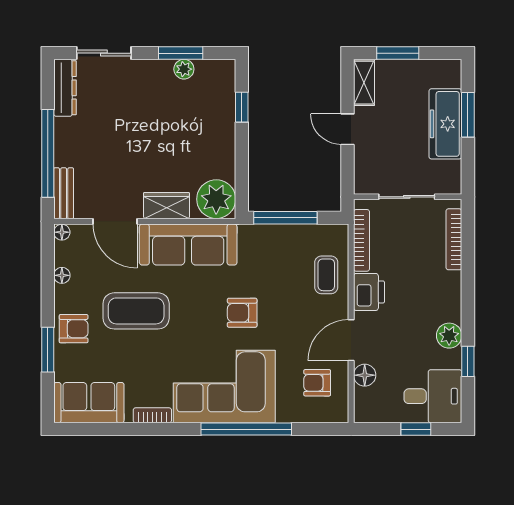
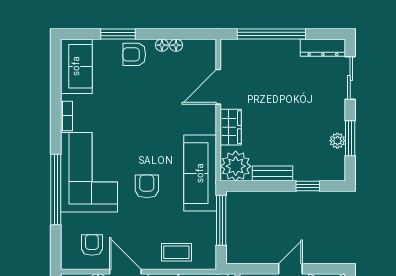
bench: (64, 193) -> (273, 174), moved
floor lamp: (62, 232) -> (162, 45), moved
sofa: (188, 245) -> (200, 173), moved
coffee table: (136, 311) -> (148, 103), removed
armchair: (74, 329) -> (134, 54), turned 90

